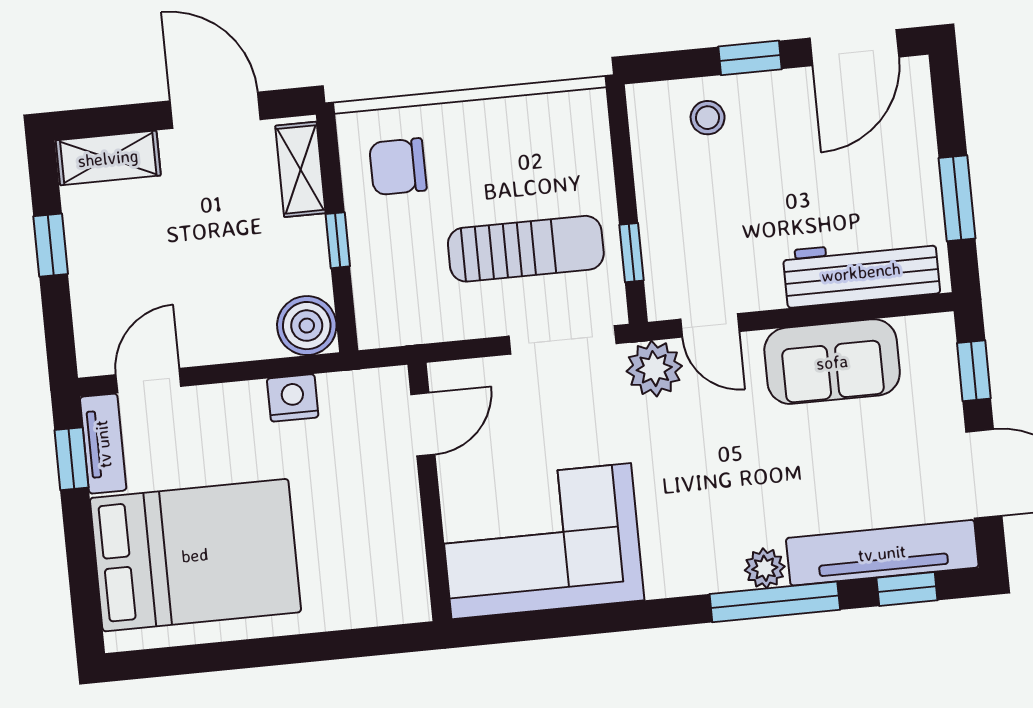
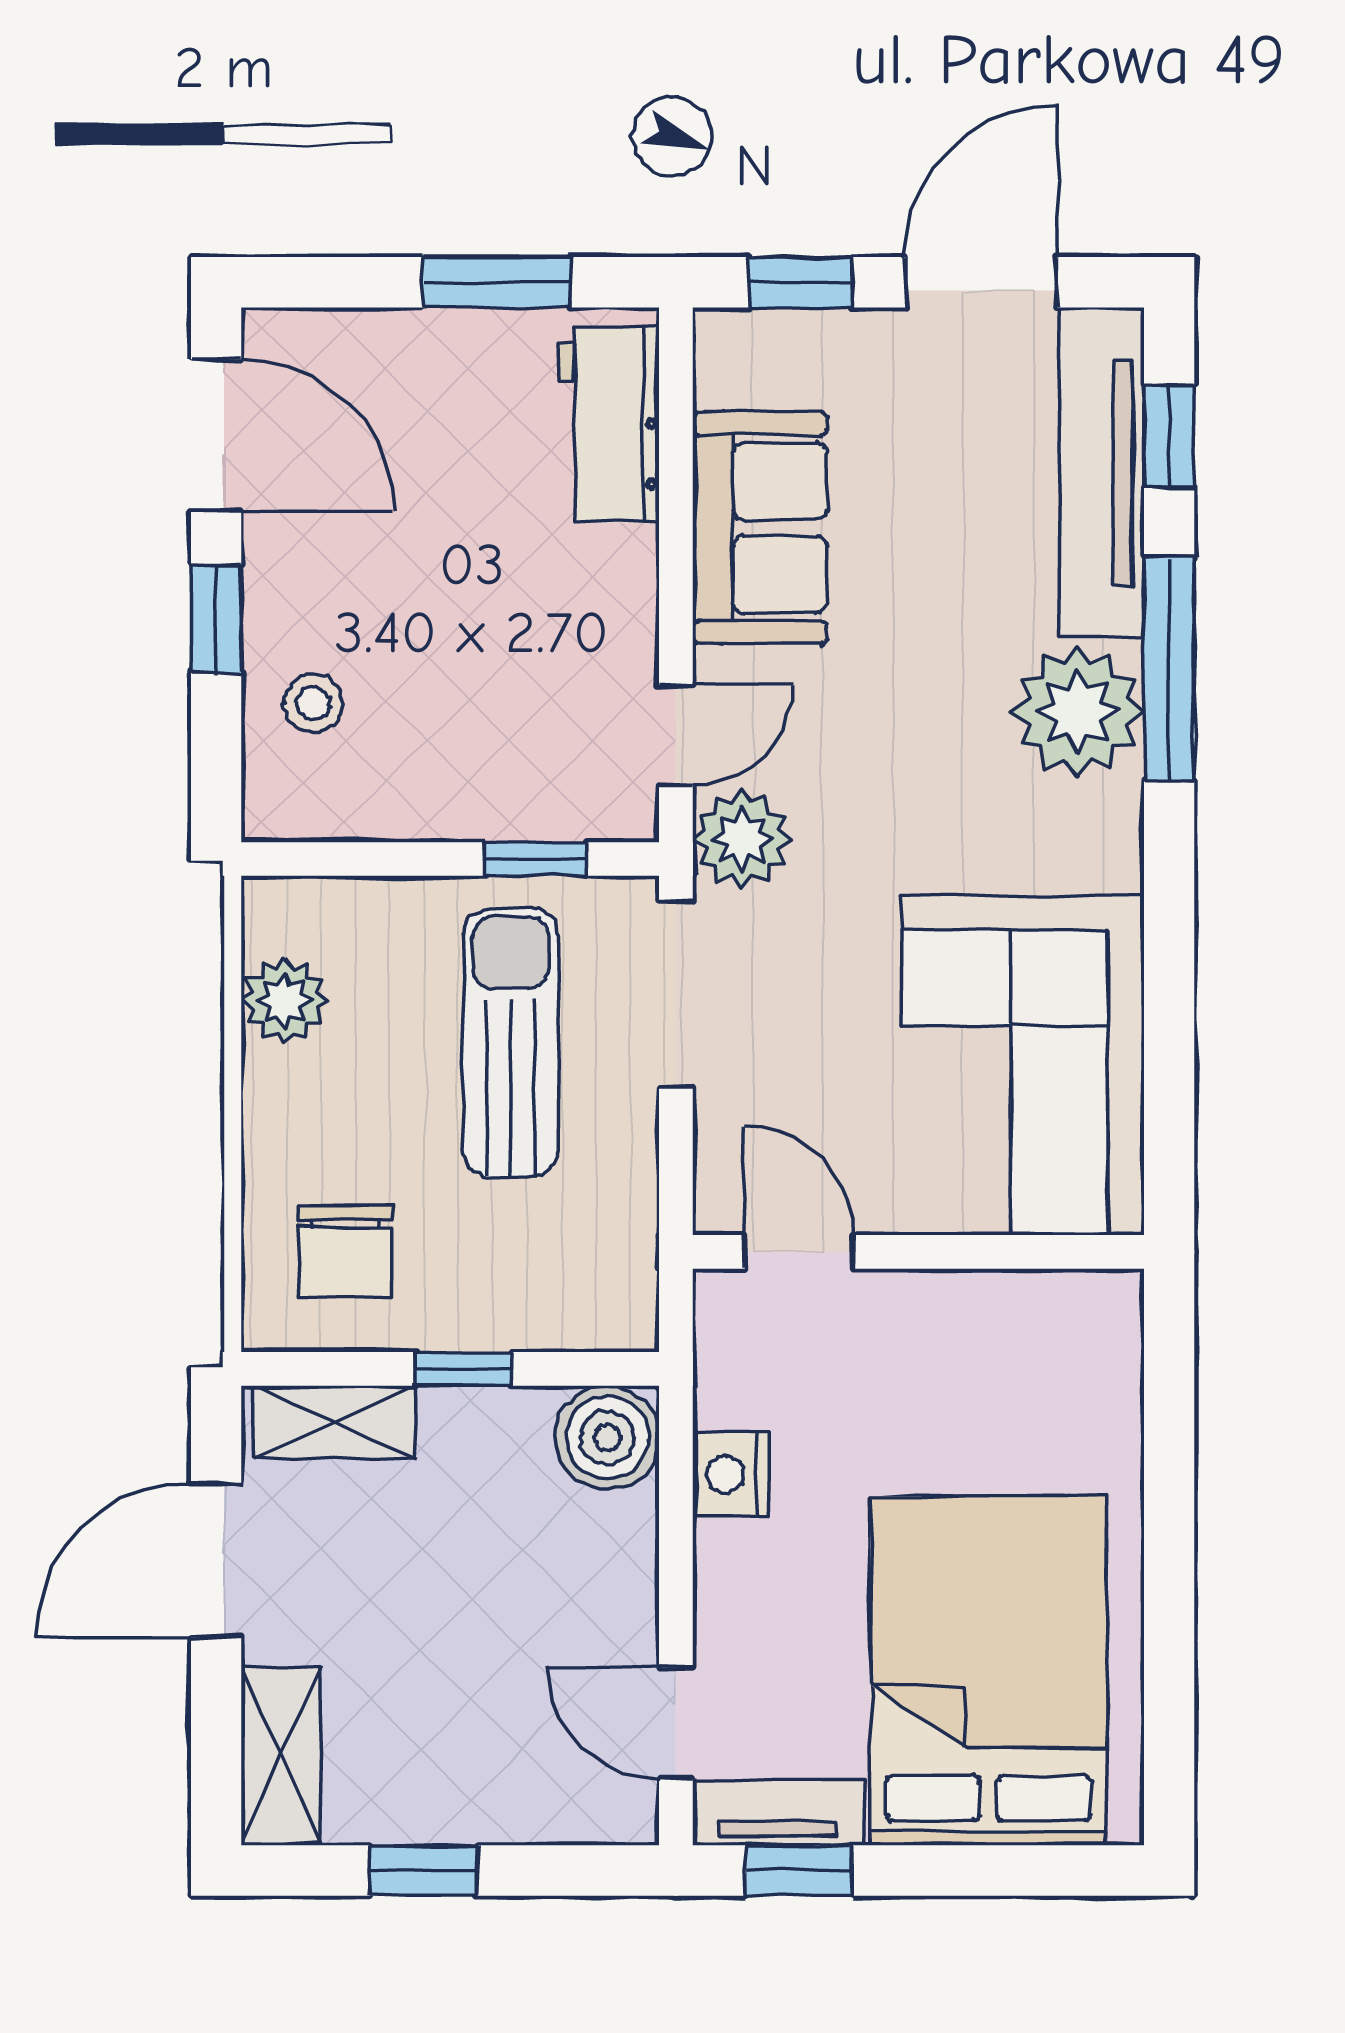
plant: (537, 118) -> (285, 1000), added
workbench: (861, 272) -> (609, 425), width x0.73
plant: (765, 568) -> (1078, 711), width x1.87, depth x1.87

